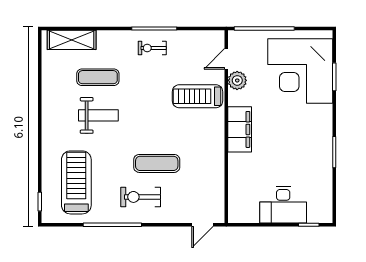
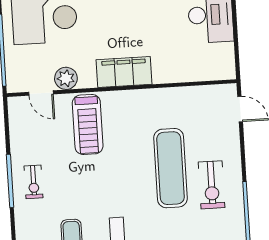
exercise mat: (157, 163) -> (170, 168), width x1.36, depth x1.45

